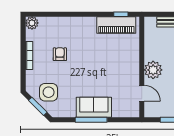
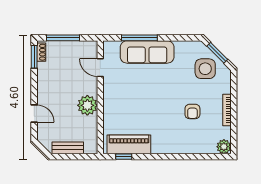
plant: (153, 70) -> (87, 105), moved
sofa: (94, 107) -> (147, 52), width x1.36
window: (91, 120) -> (139, 38), moved

